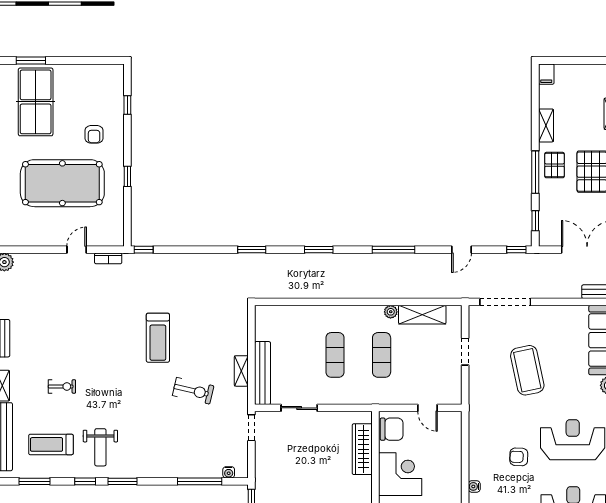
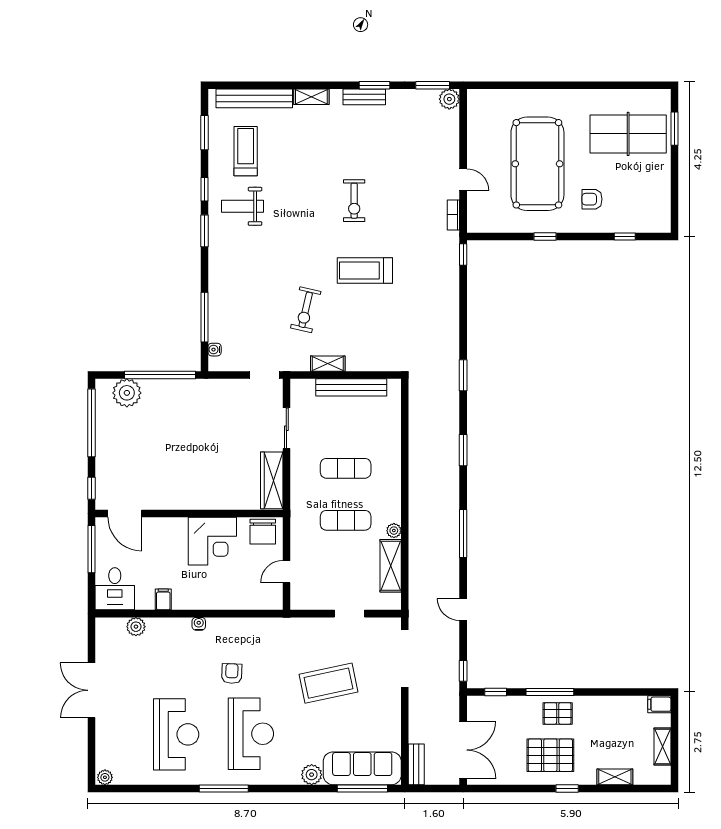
shelving: (546, 125) -> (662, 747), moved, turned 90
bench: (263, 373) -> (351, 387), moved
exercise bike: (62, 386) -> (354, 201), moved, width x1.38, depth x1.39
wardrobe: (362, 449) -> (272, 480), moved, turned -90

